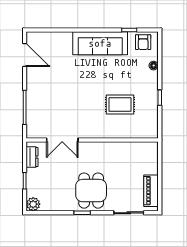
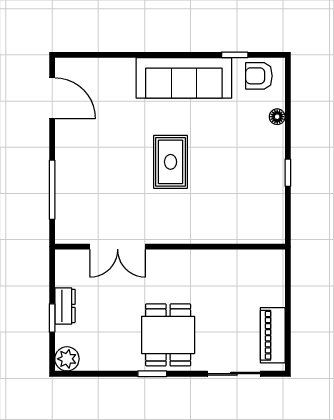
armchair: (143, 42) -> (259, 76), turned 90
rug: (120, 104) -> (171, 162), moved, turned 90
dresser: (32, 157) -> (65, 306), moved

